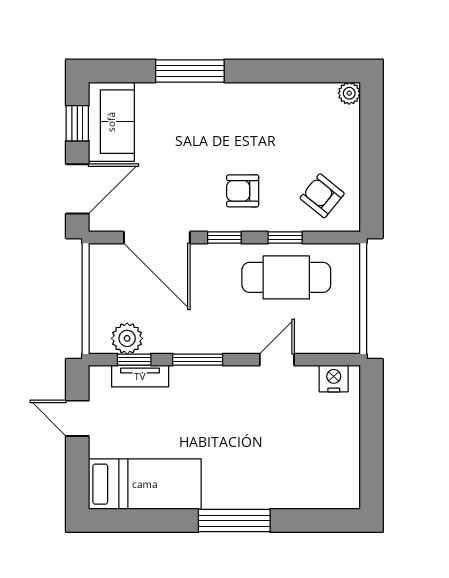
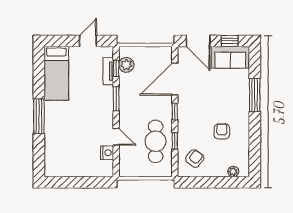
plant: (349, 93) -> (233, 172), moved
armchair: (243, 191) -> (222, 131), moved
nightstand: (334, 379) -> (107, 153), moved

